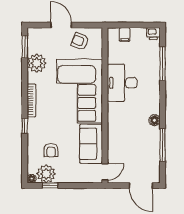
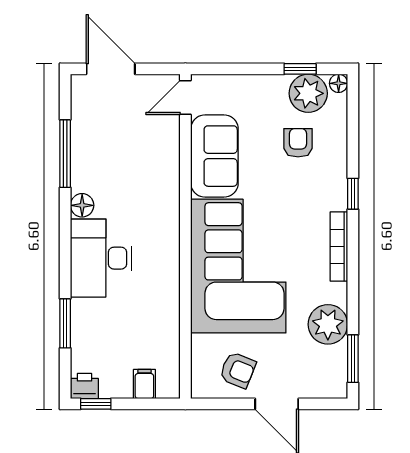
window: (148, 25) -> (96, 404), added
window: (163, 64) -> (65, 323), width x0.69
desk: (122, 83) -> (101, 258), moved, turned 180

